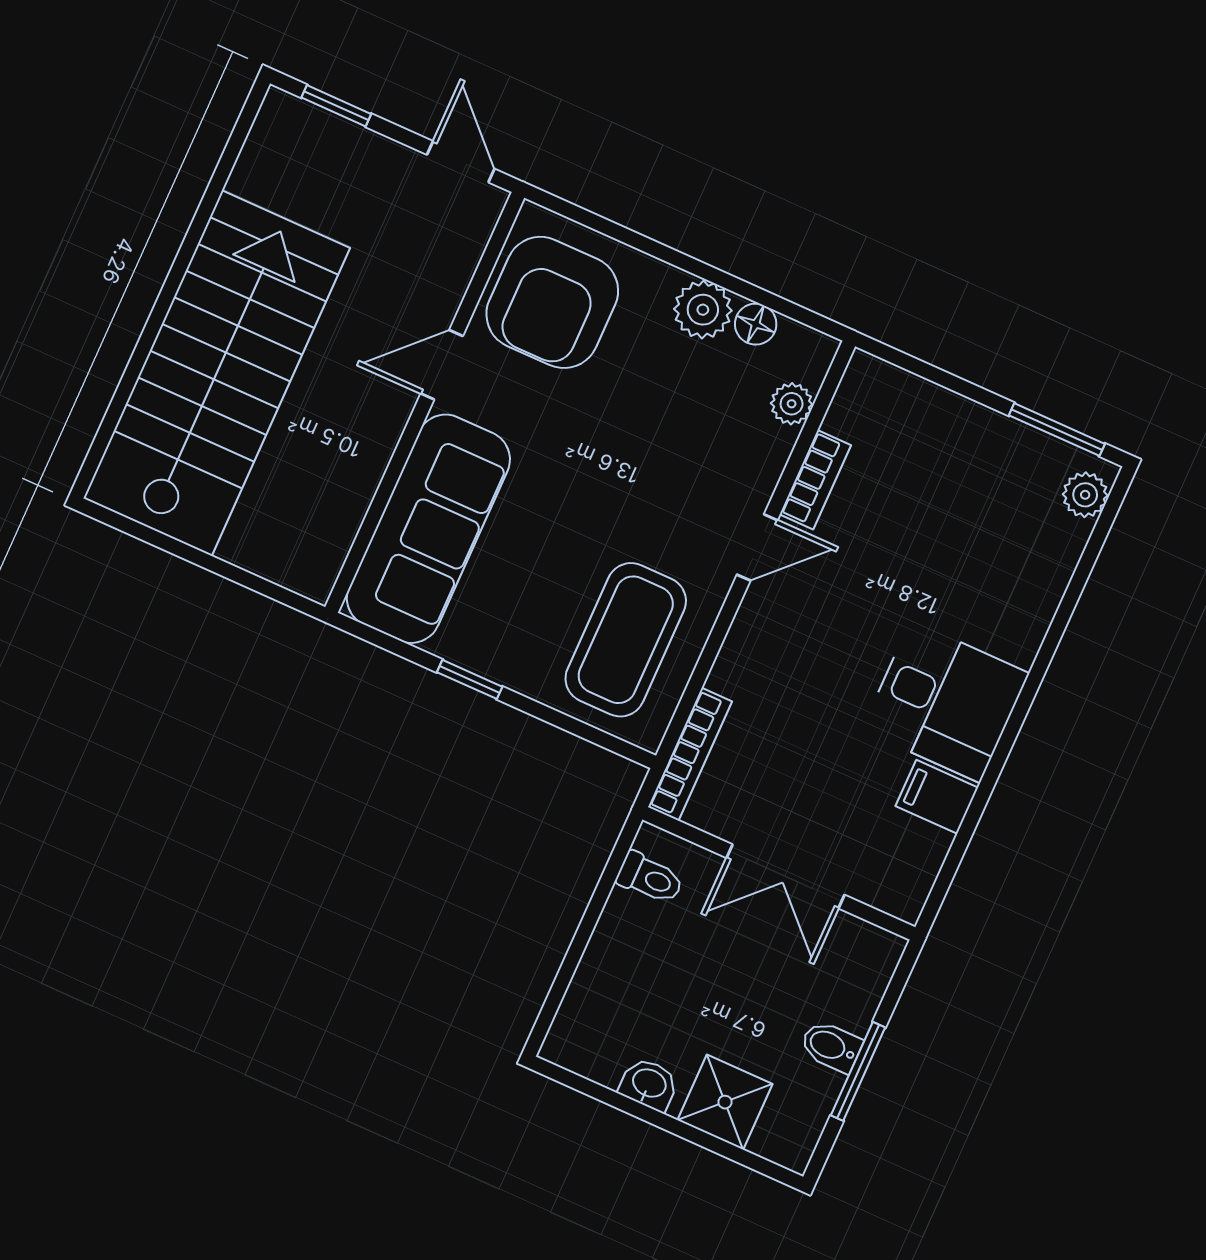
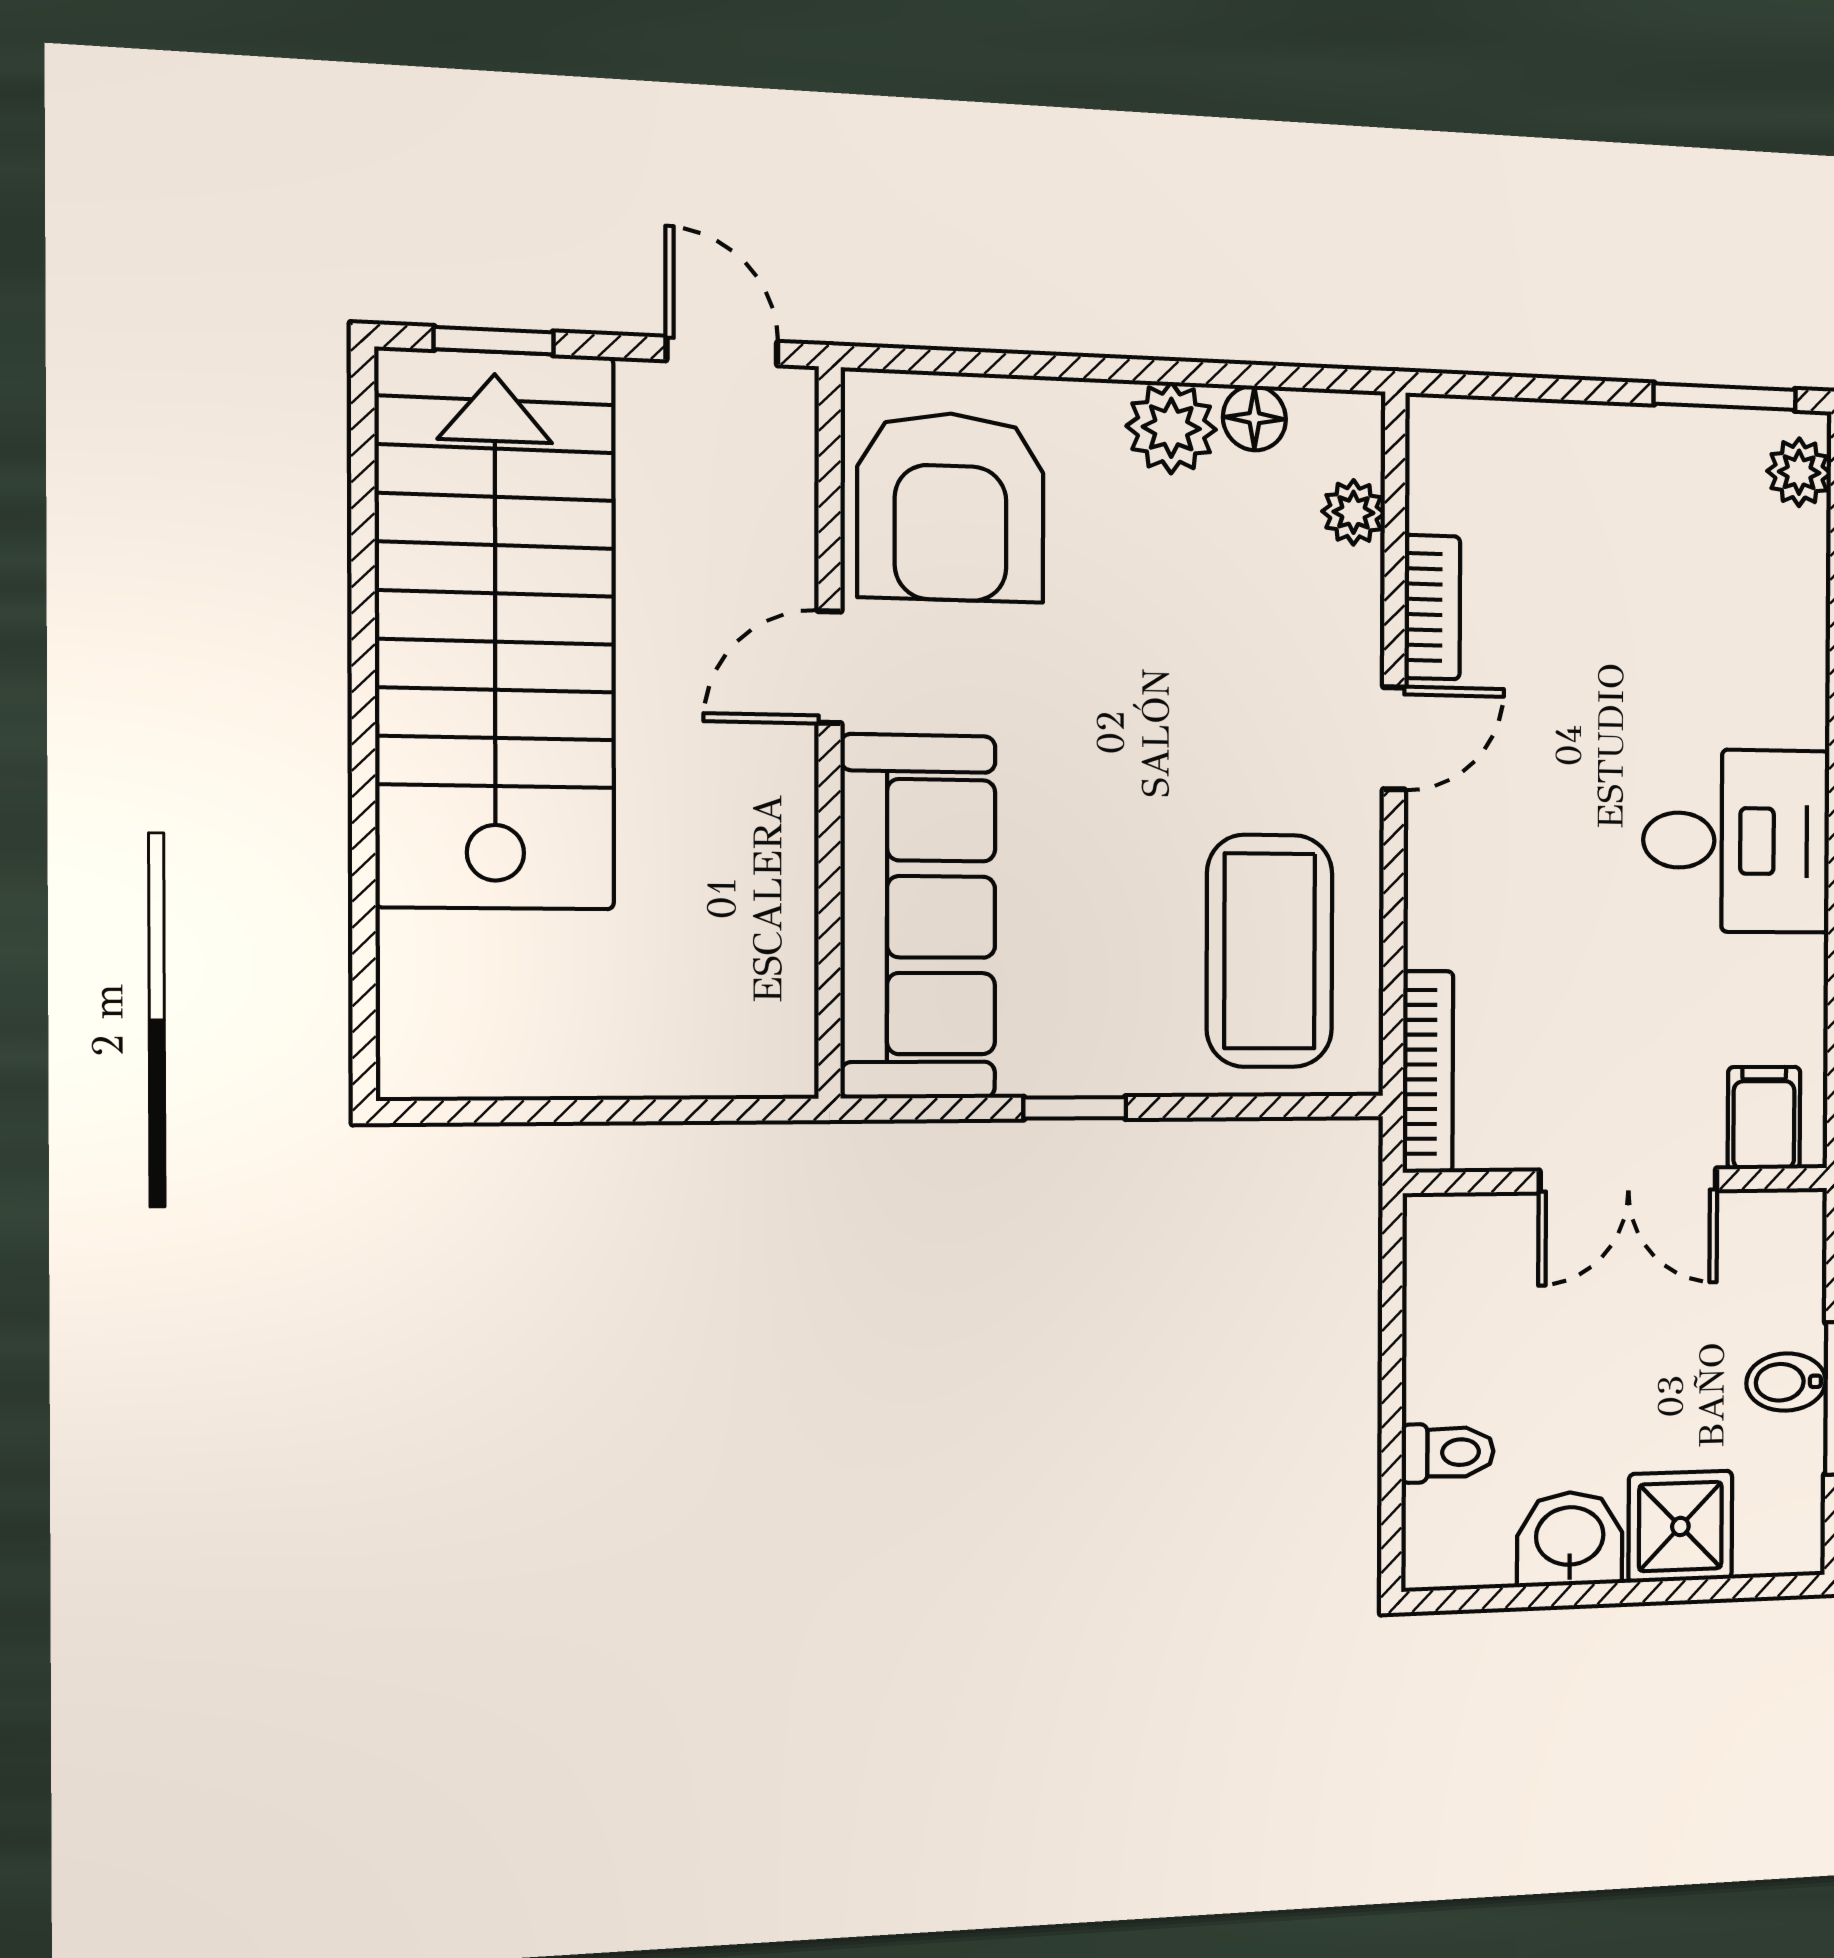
stairs: (217, 373) -> (495, 630), moved
filing cabinet: (937, 797) -> (1764, 1118), moved, turned 90
toilet: (650, 878) -> (1448, 1453), moved
washbasin: (649, 1084) -> (1570, 1539), width x1.38, depth x1.45

